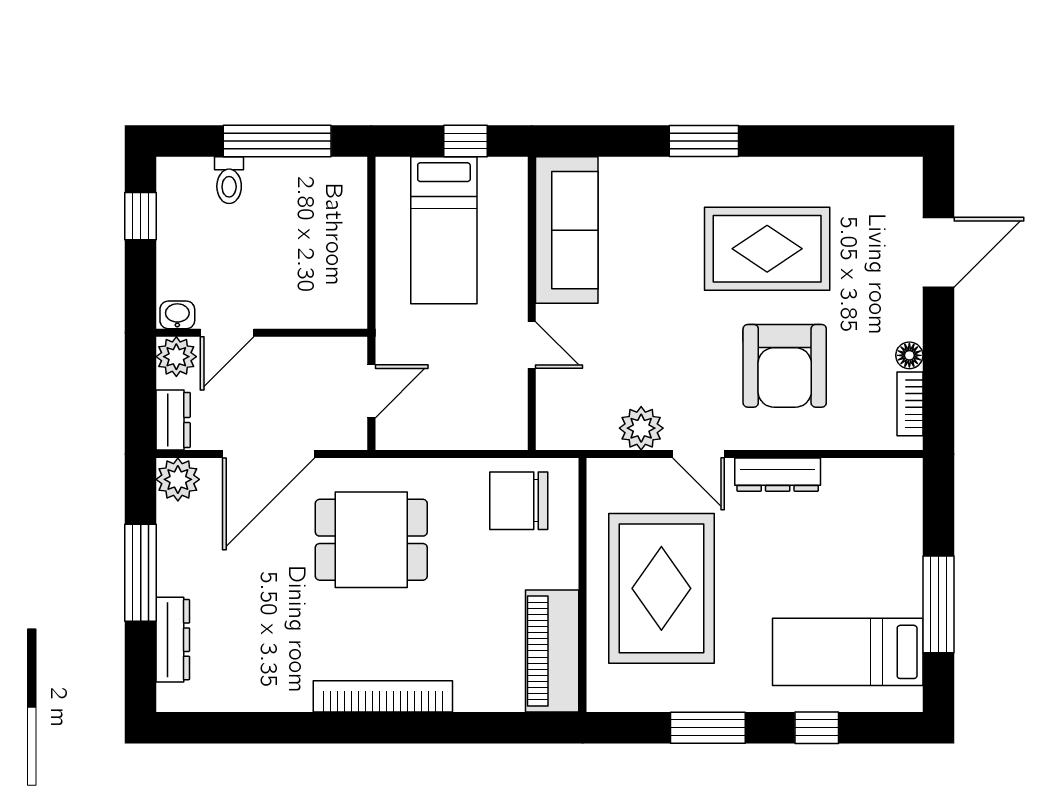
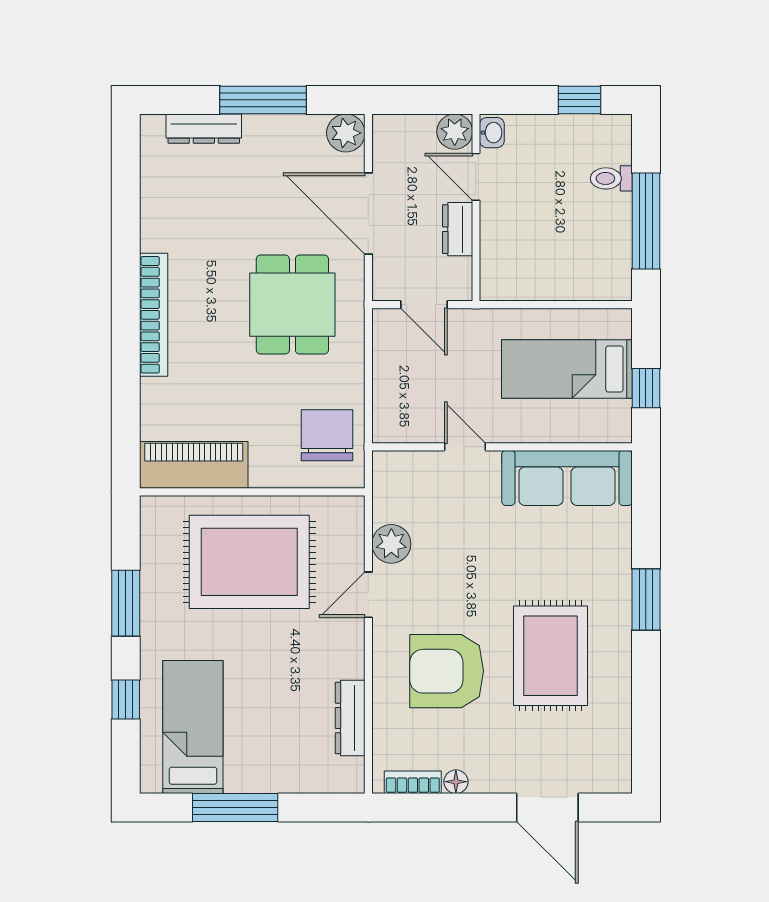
door: (532, 345) -> (465, 447), swing flipped
dresser: (173, 420) -> (458, 229), moved, turned 90
dresser: (778, 475) -> (350, 718), moved

